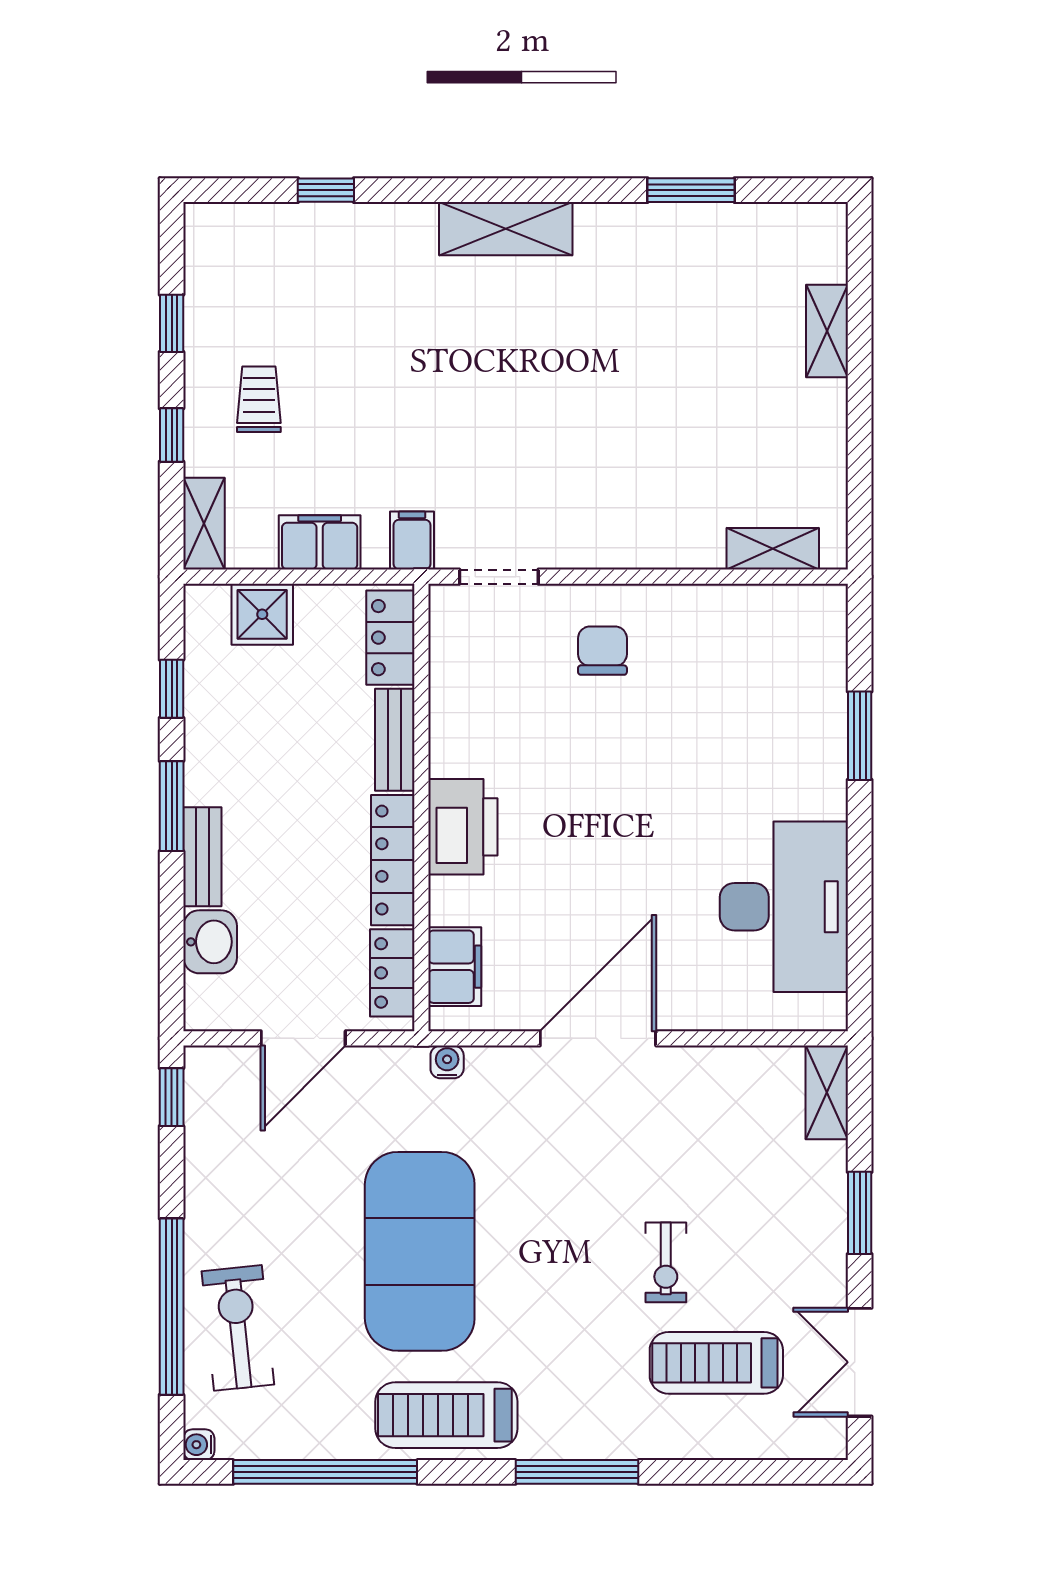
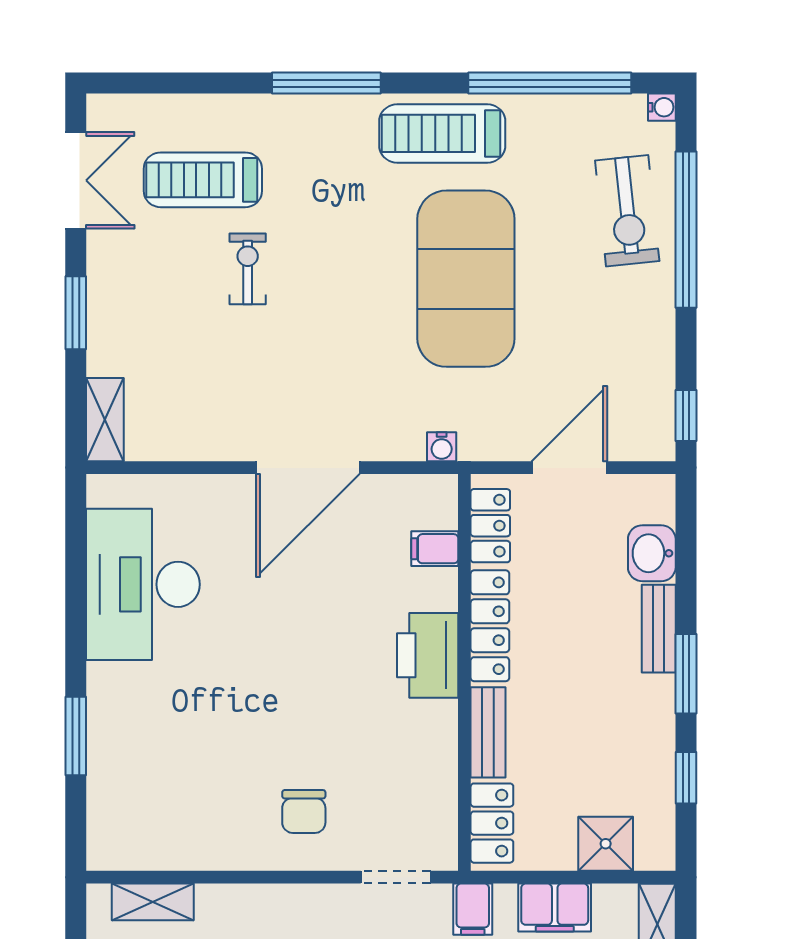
filing cabinet: (455, 967) -> (435, 549), width x0.50
treadmill: (716, 1363) -> (203, 180), turned 180
treadmill: (446, 1415) -> (442, 133), turned 180

